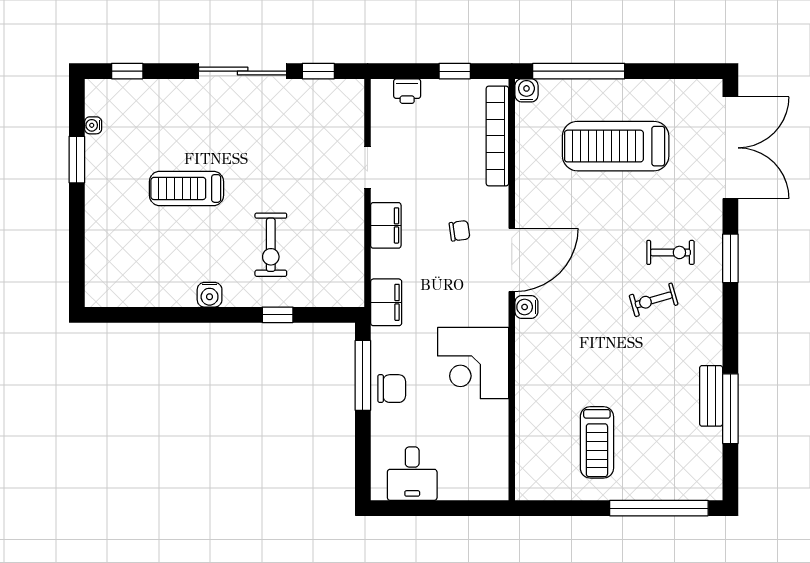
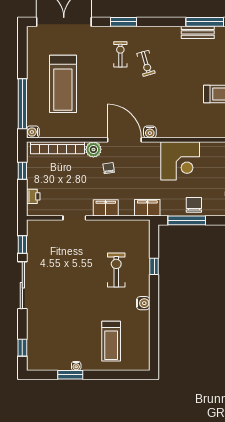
water cooler: (93, 125) -> (76, 366), moved
treadmill: (186, 188) -> (111, 341), moved
plant: (494, 203) -> (93, 149), added
exercise bike: (271, 245) -> (116, 270), turned -90

